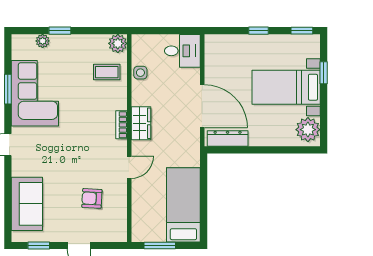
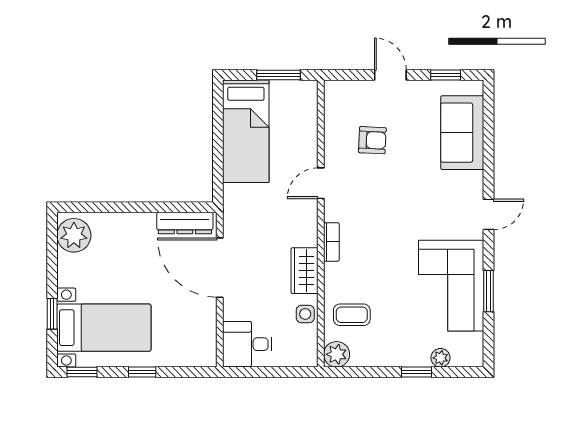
bed with nightstands: (286, 87) -> (104, 328), moved
wardrobe: (141, 123) -> (304, 271), moved

